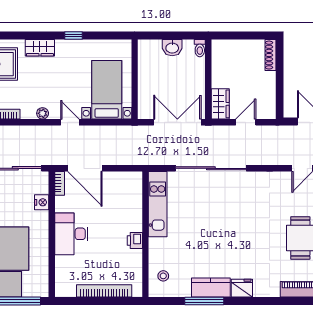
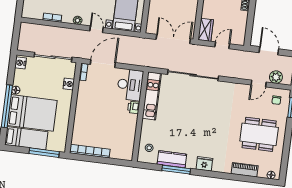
door: (85, 168) -> (103, 64), swing flipped
desk: (71, 234) -> (130, 85), moved, turned 180
printer: (135, 241) -> (134, 107), moved
kitchen counter: (211, 288) -> (172, 159), moved
bookcase: (104, 291) -> (90, 151), moved

